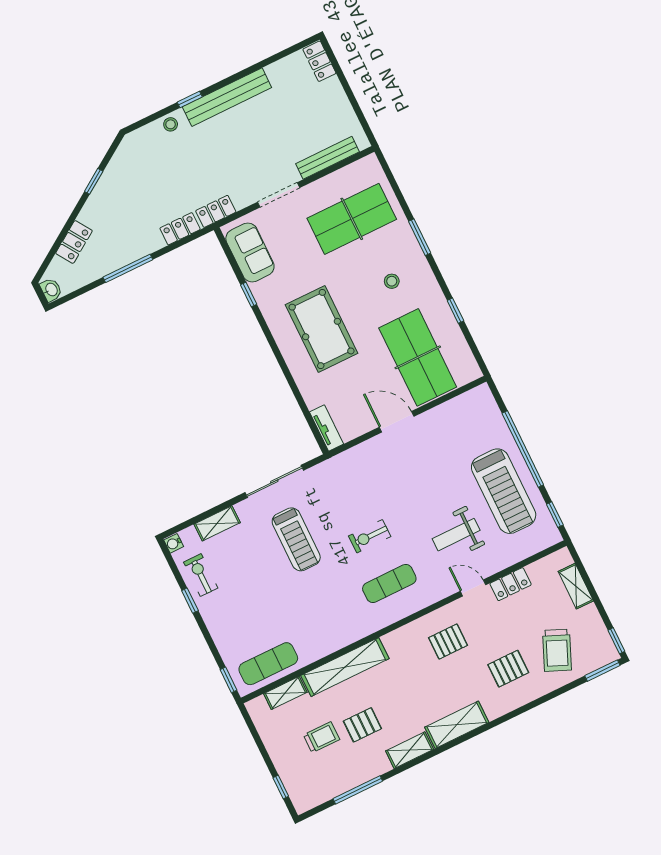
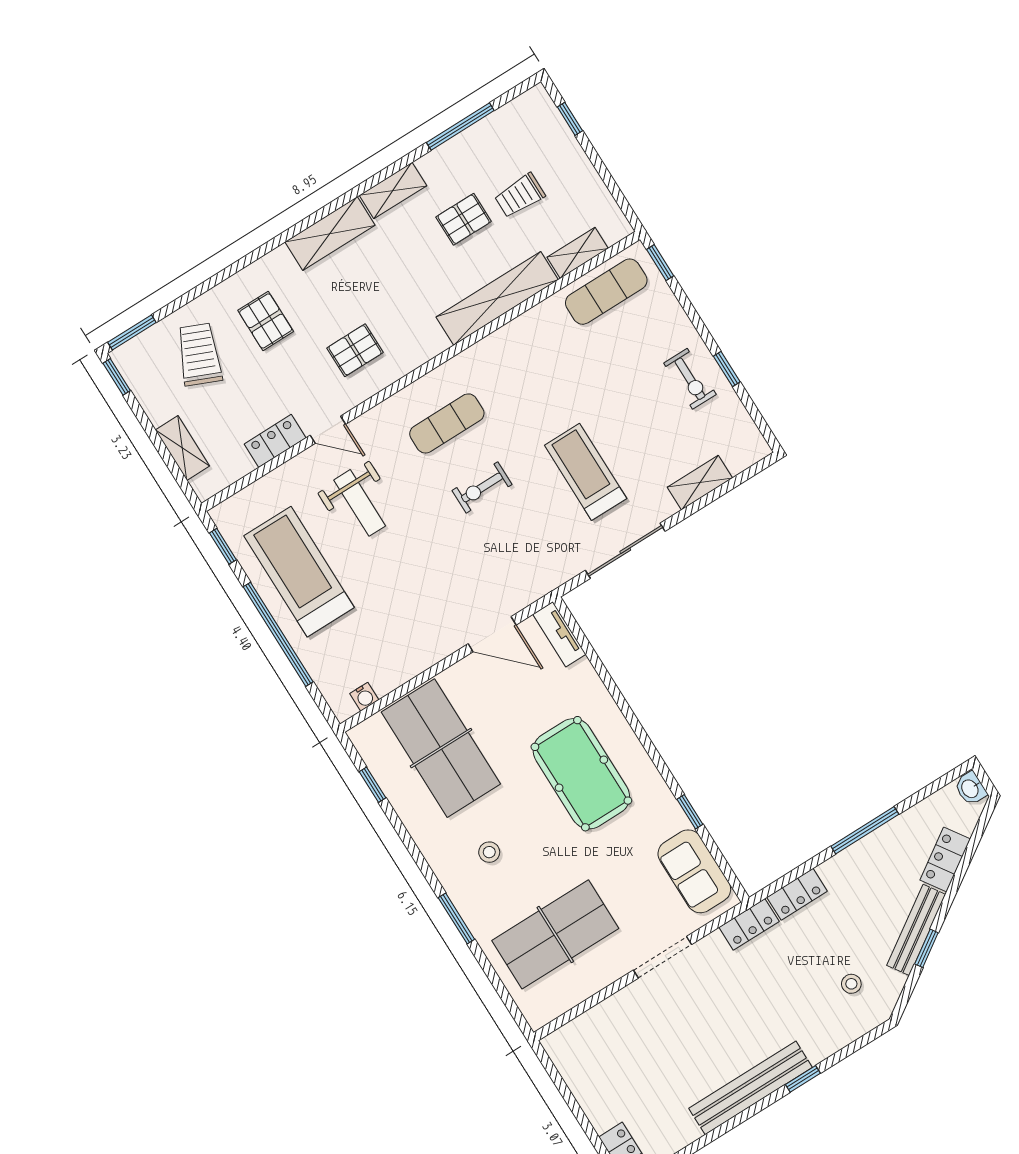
stool: (171, 124) -> (851, 984), moved
bench: (327, 158) -> (916, 930), moved, turned -34
window: (455, 311) -> (372, 785), moved
door: (397, 422) -> (492, 634), moved
weight bench: (456, 535) -> (360, 503), turned 90
exercise bike: (370, 536) -> (482, 487), turned 180
water cooler: (174, 543) -> (364, 697), moved, turned 90
exercise bike: (201, 575) -> (690, 379), moved
pallet: (508, 669) -> (266, 321), turned 90

